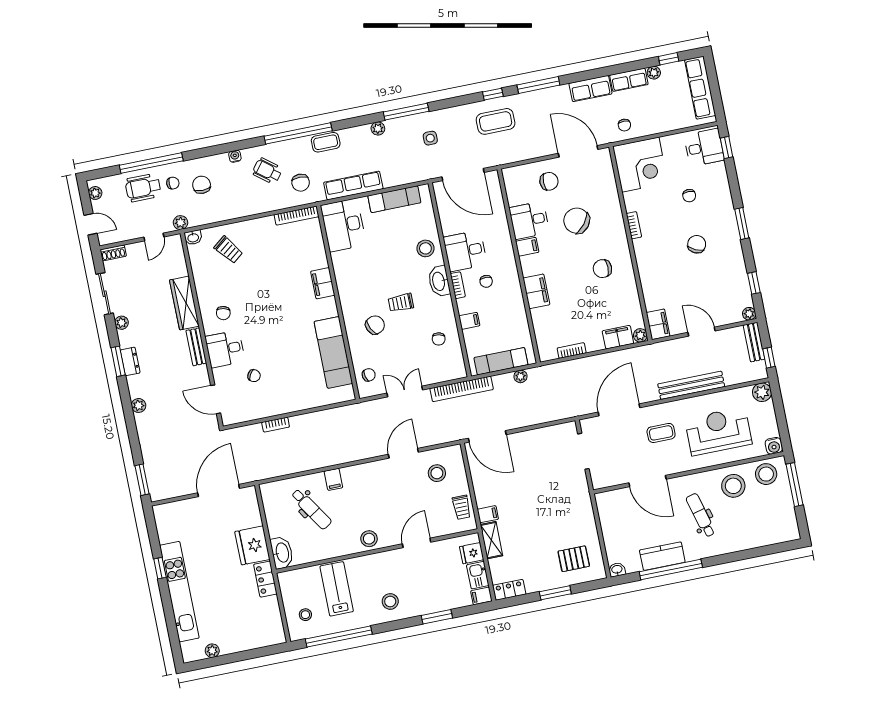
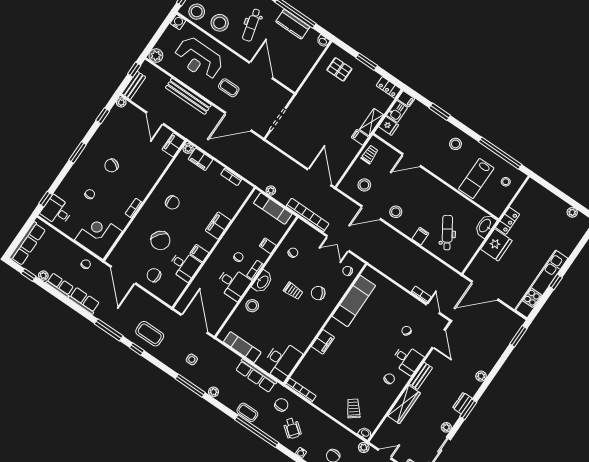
door: (251, 423) -> (433, 309), added
stool: (369, 539) -> (396, 212), moved
kitchen unit: (179, 592) -> (541, 284), moved

